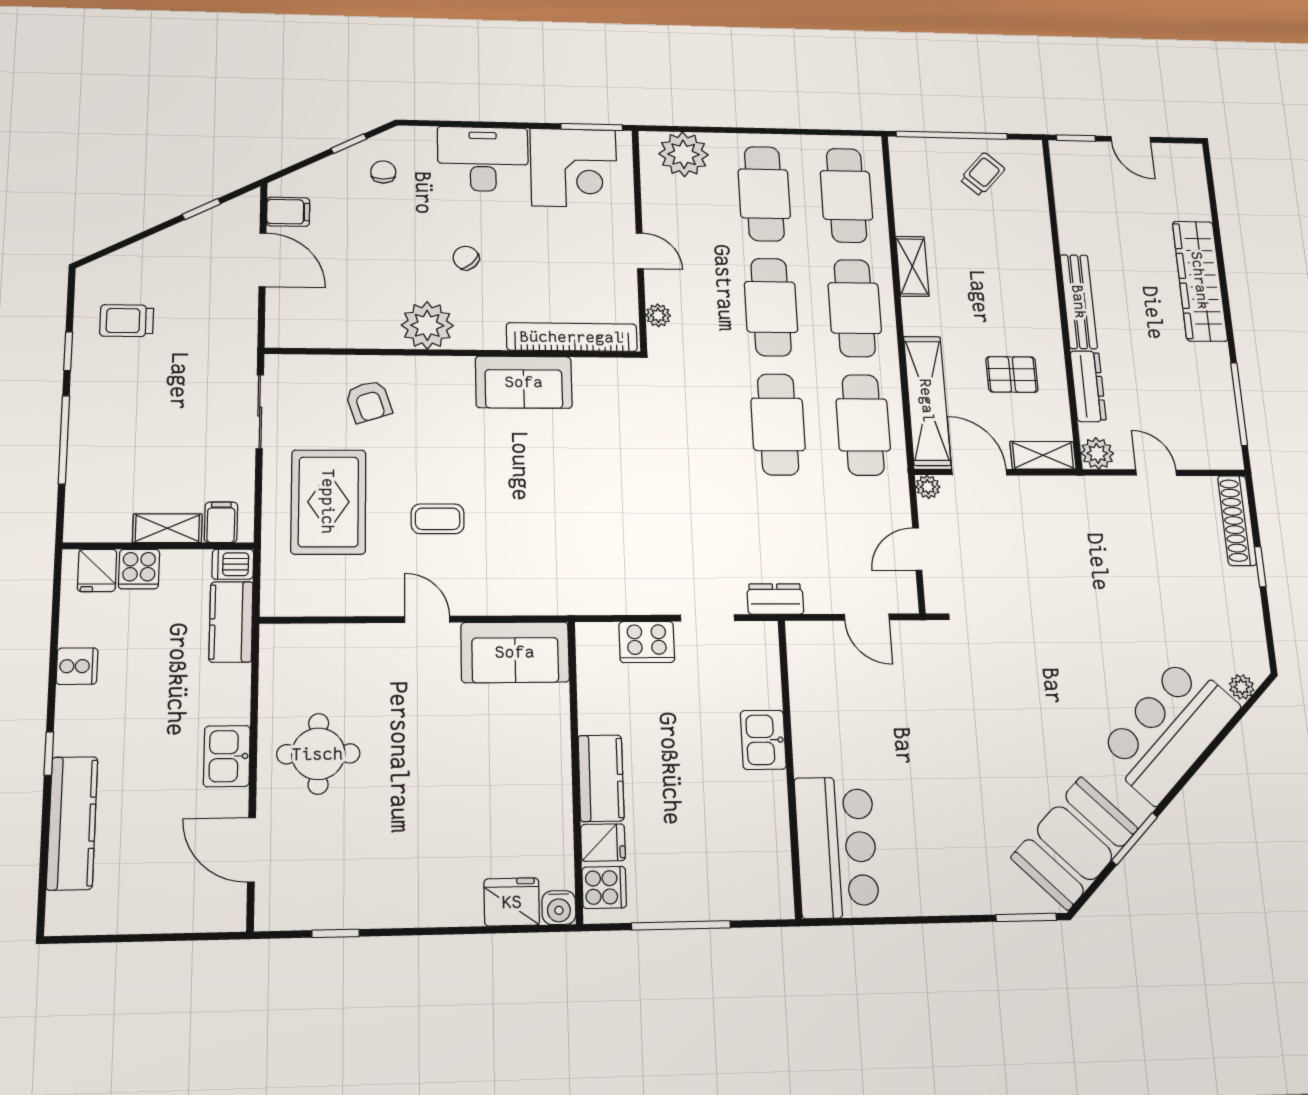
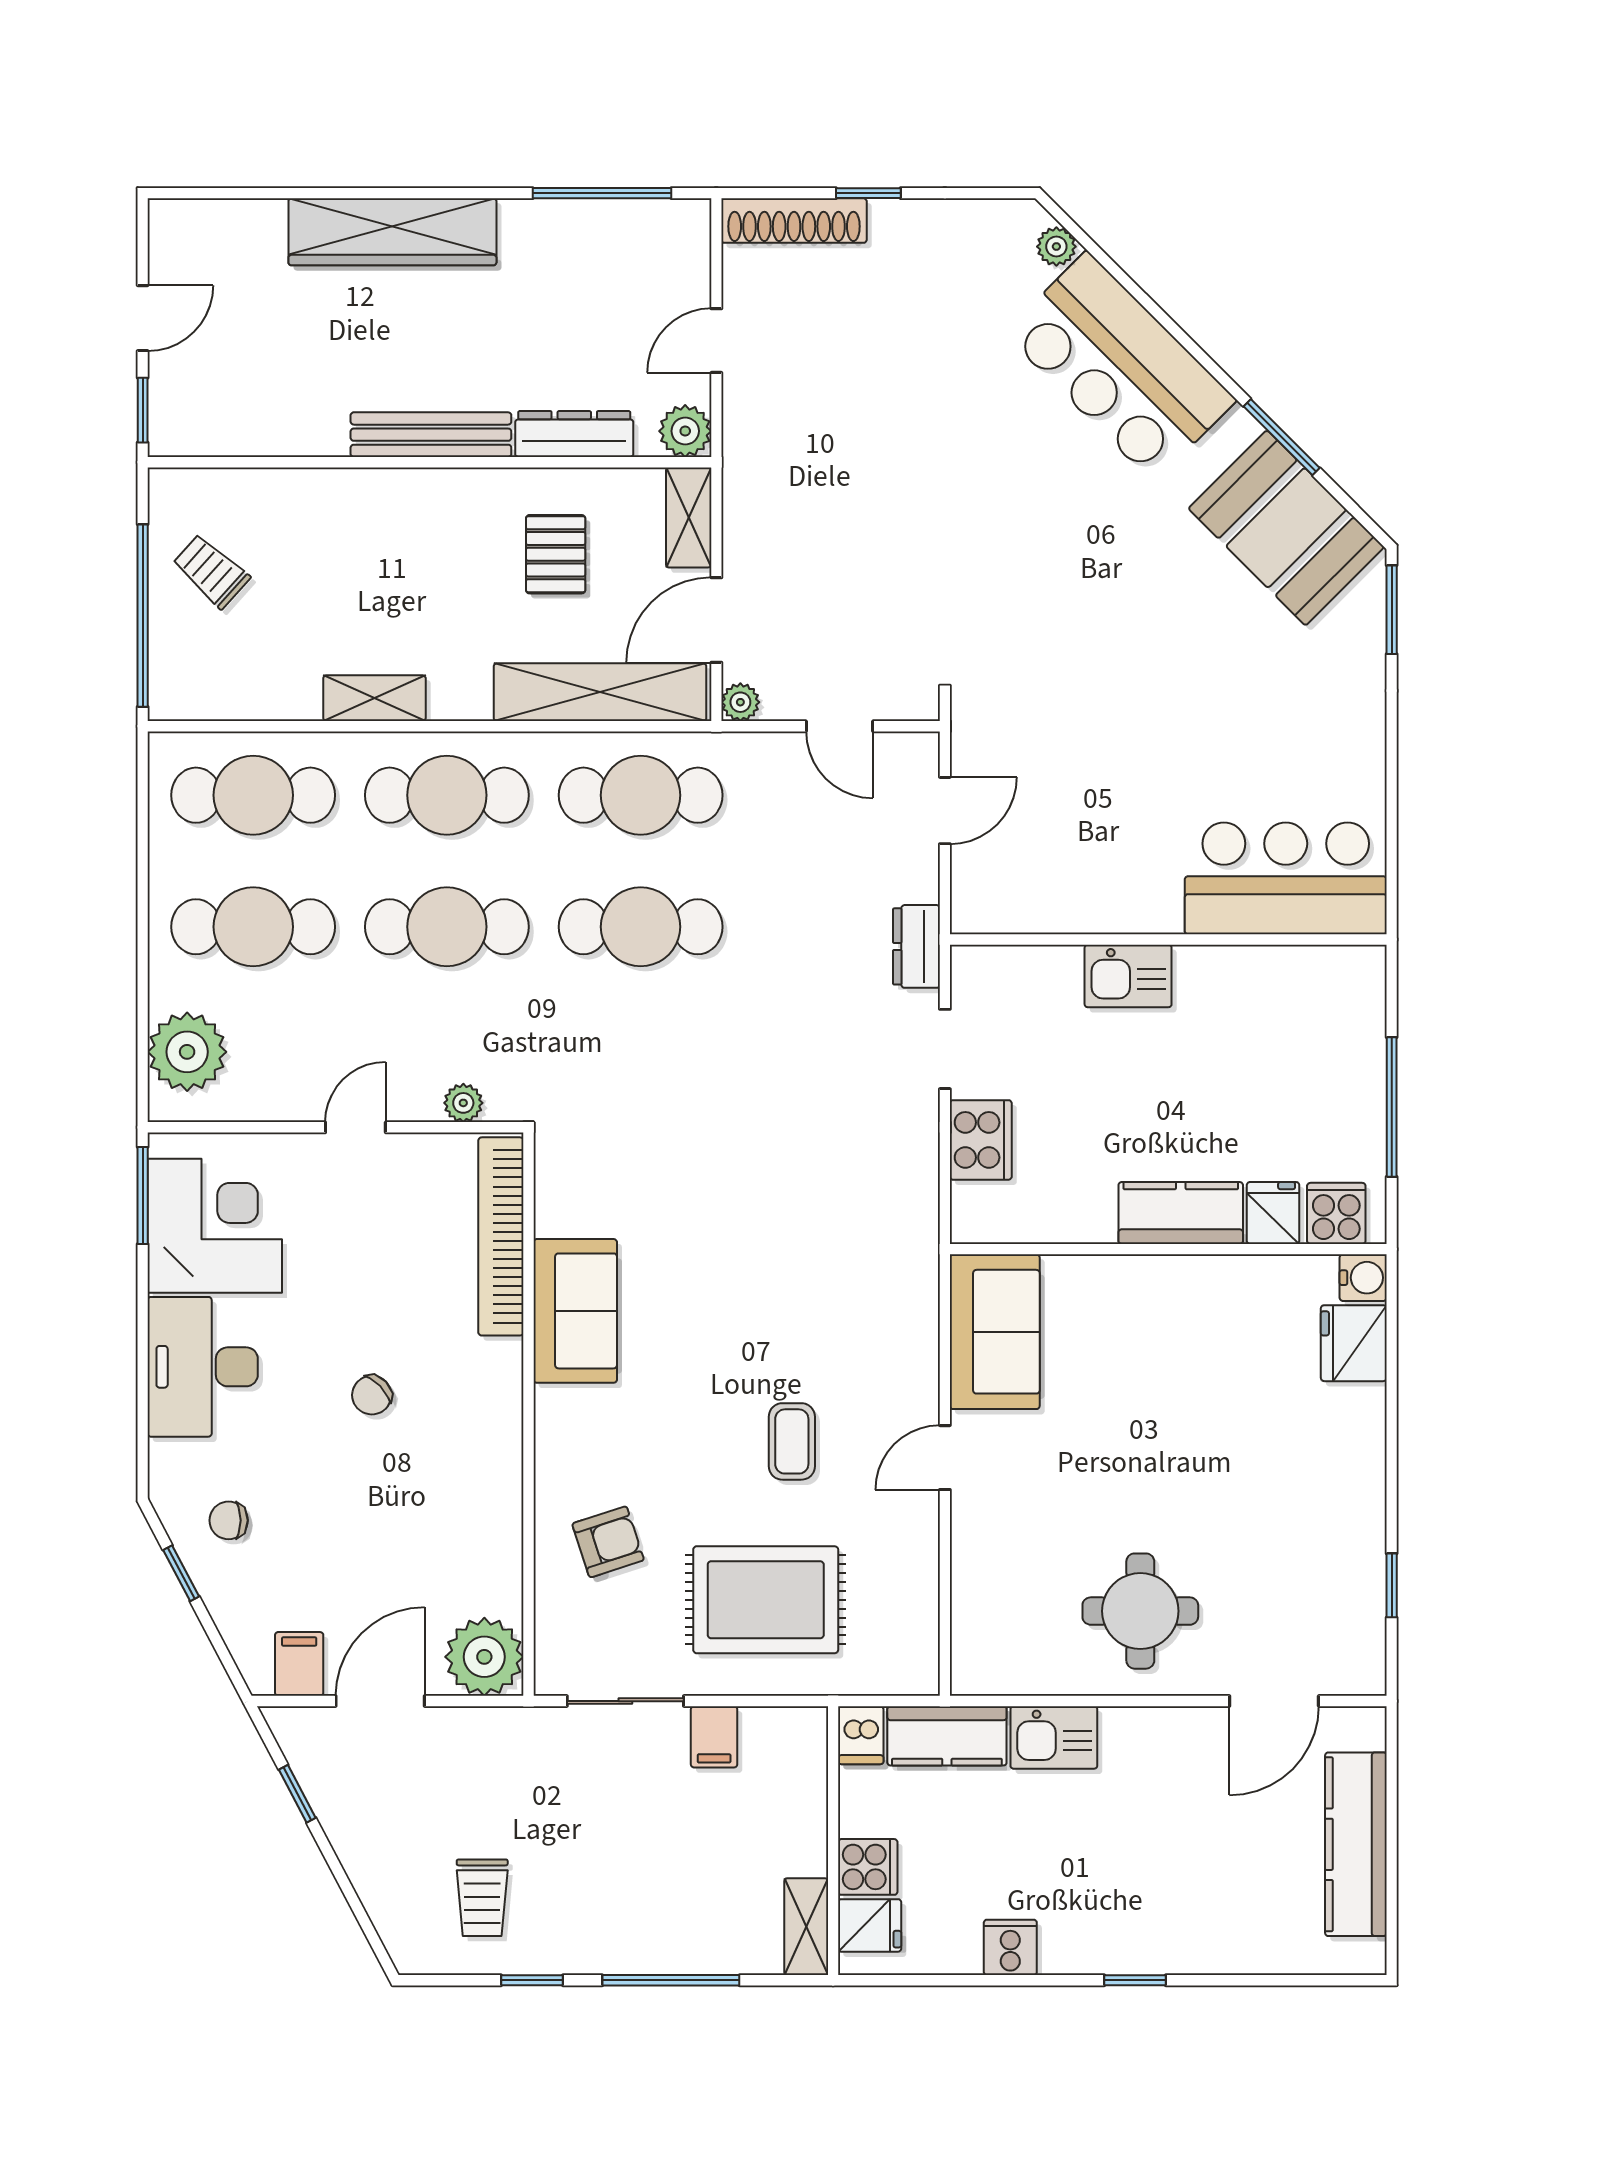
plant: (427, 325) -> (484, 1657), moved
filing cabinet: (221, 522) -> (714, 1737), moved, turned -90
shelving: (167, 528) -> (806, 1927), moved
kitchen sink: (227, 756) -> (1054, 1737), moved
kitchen counter: (72, 823) -> (1356, 1844), moved, turned -90

